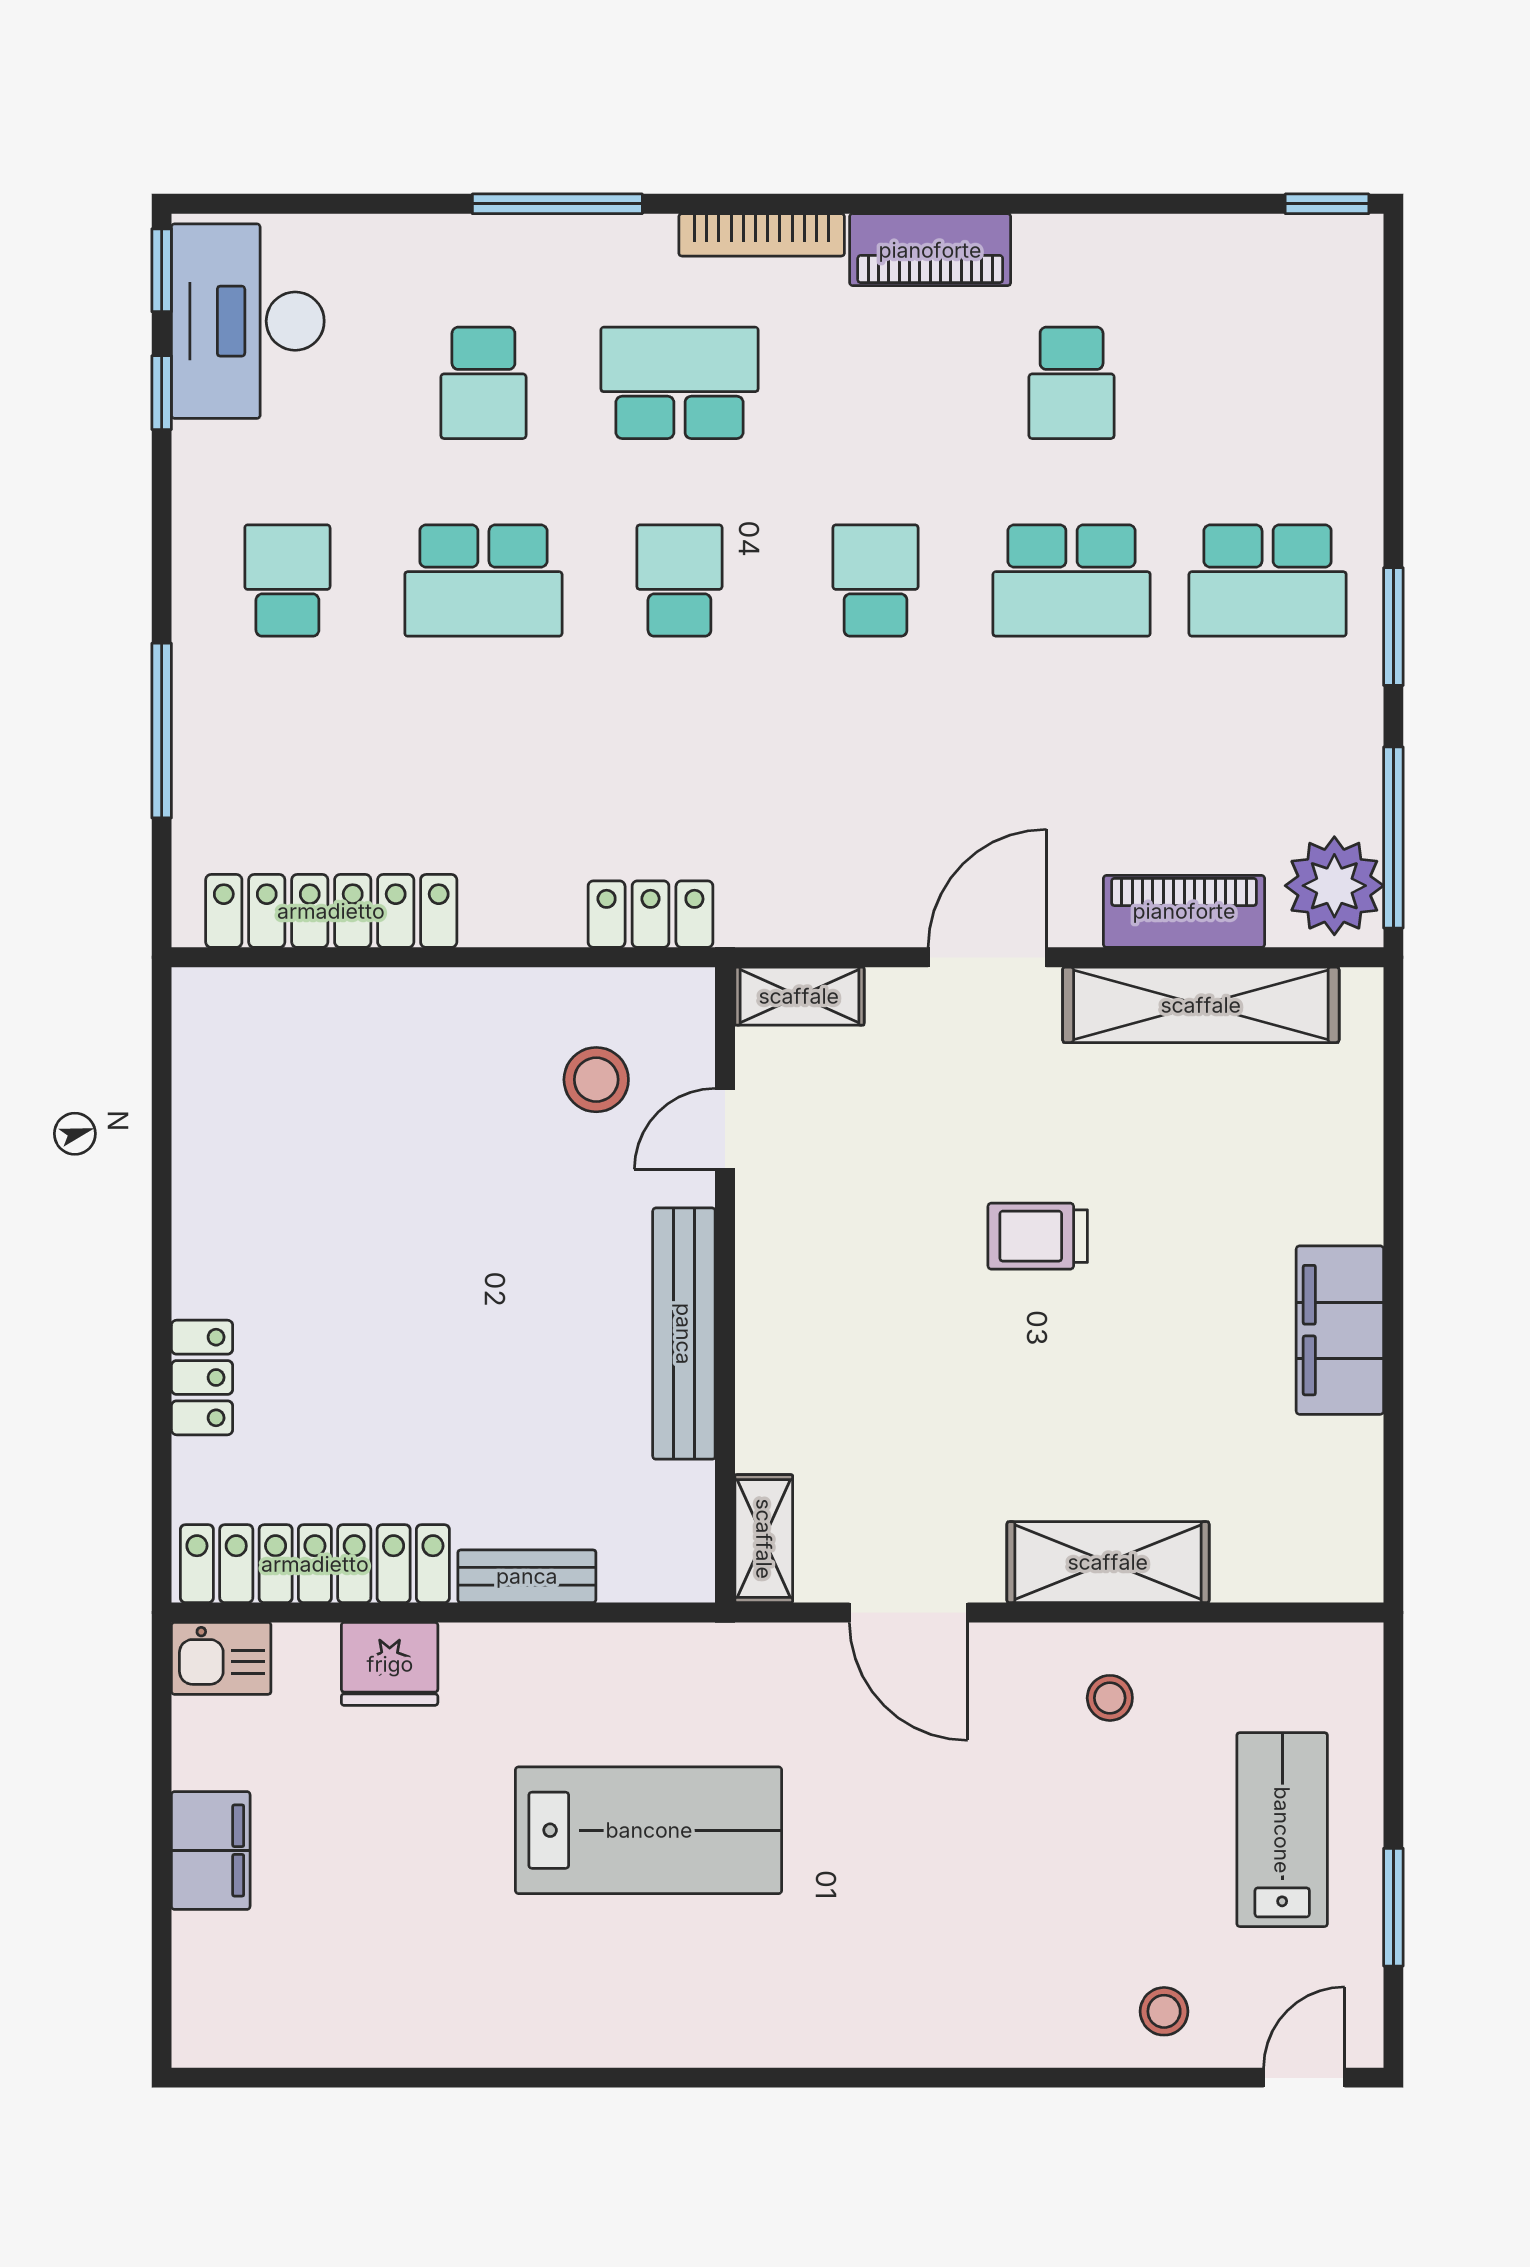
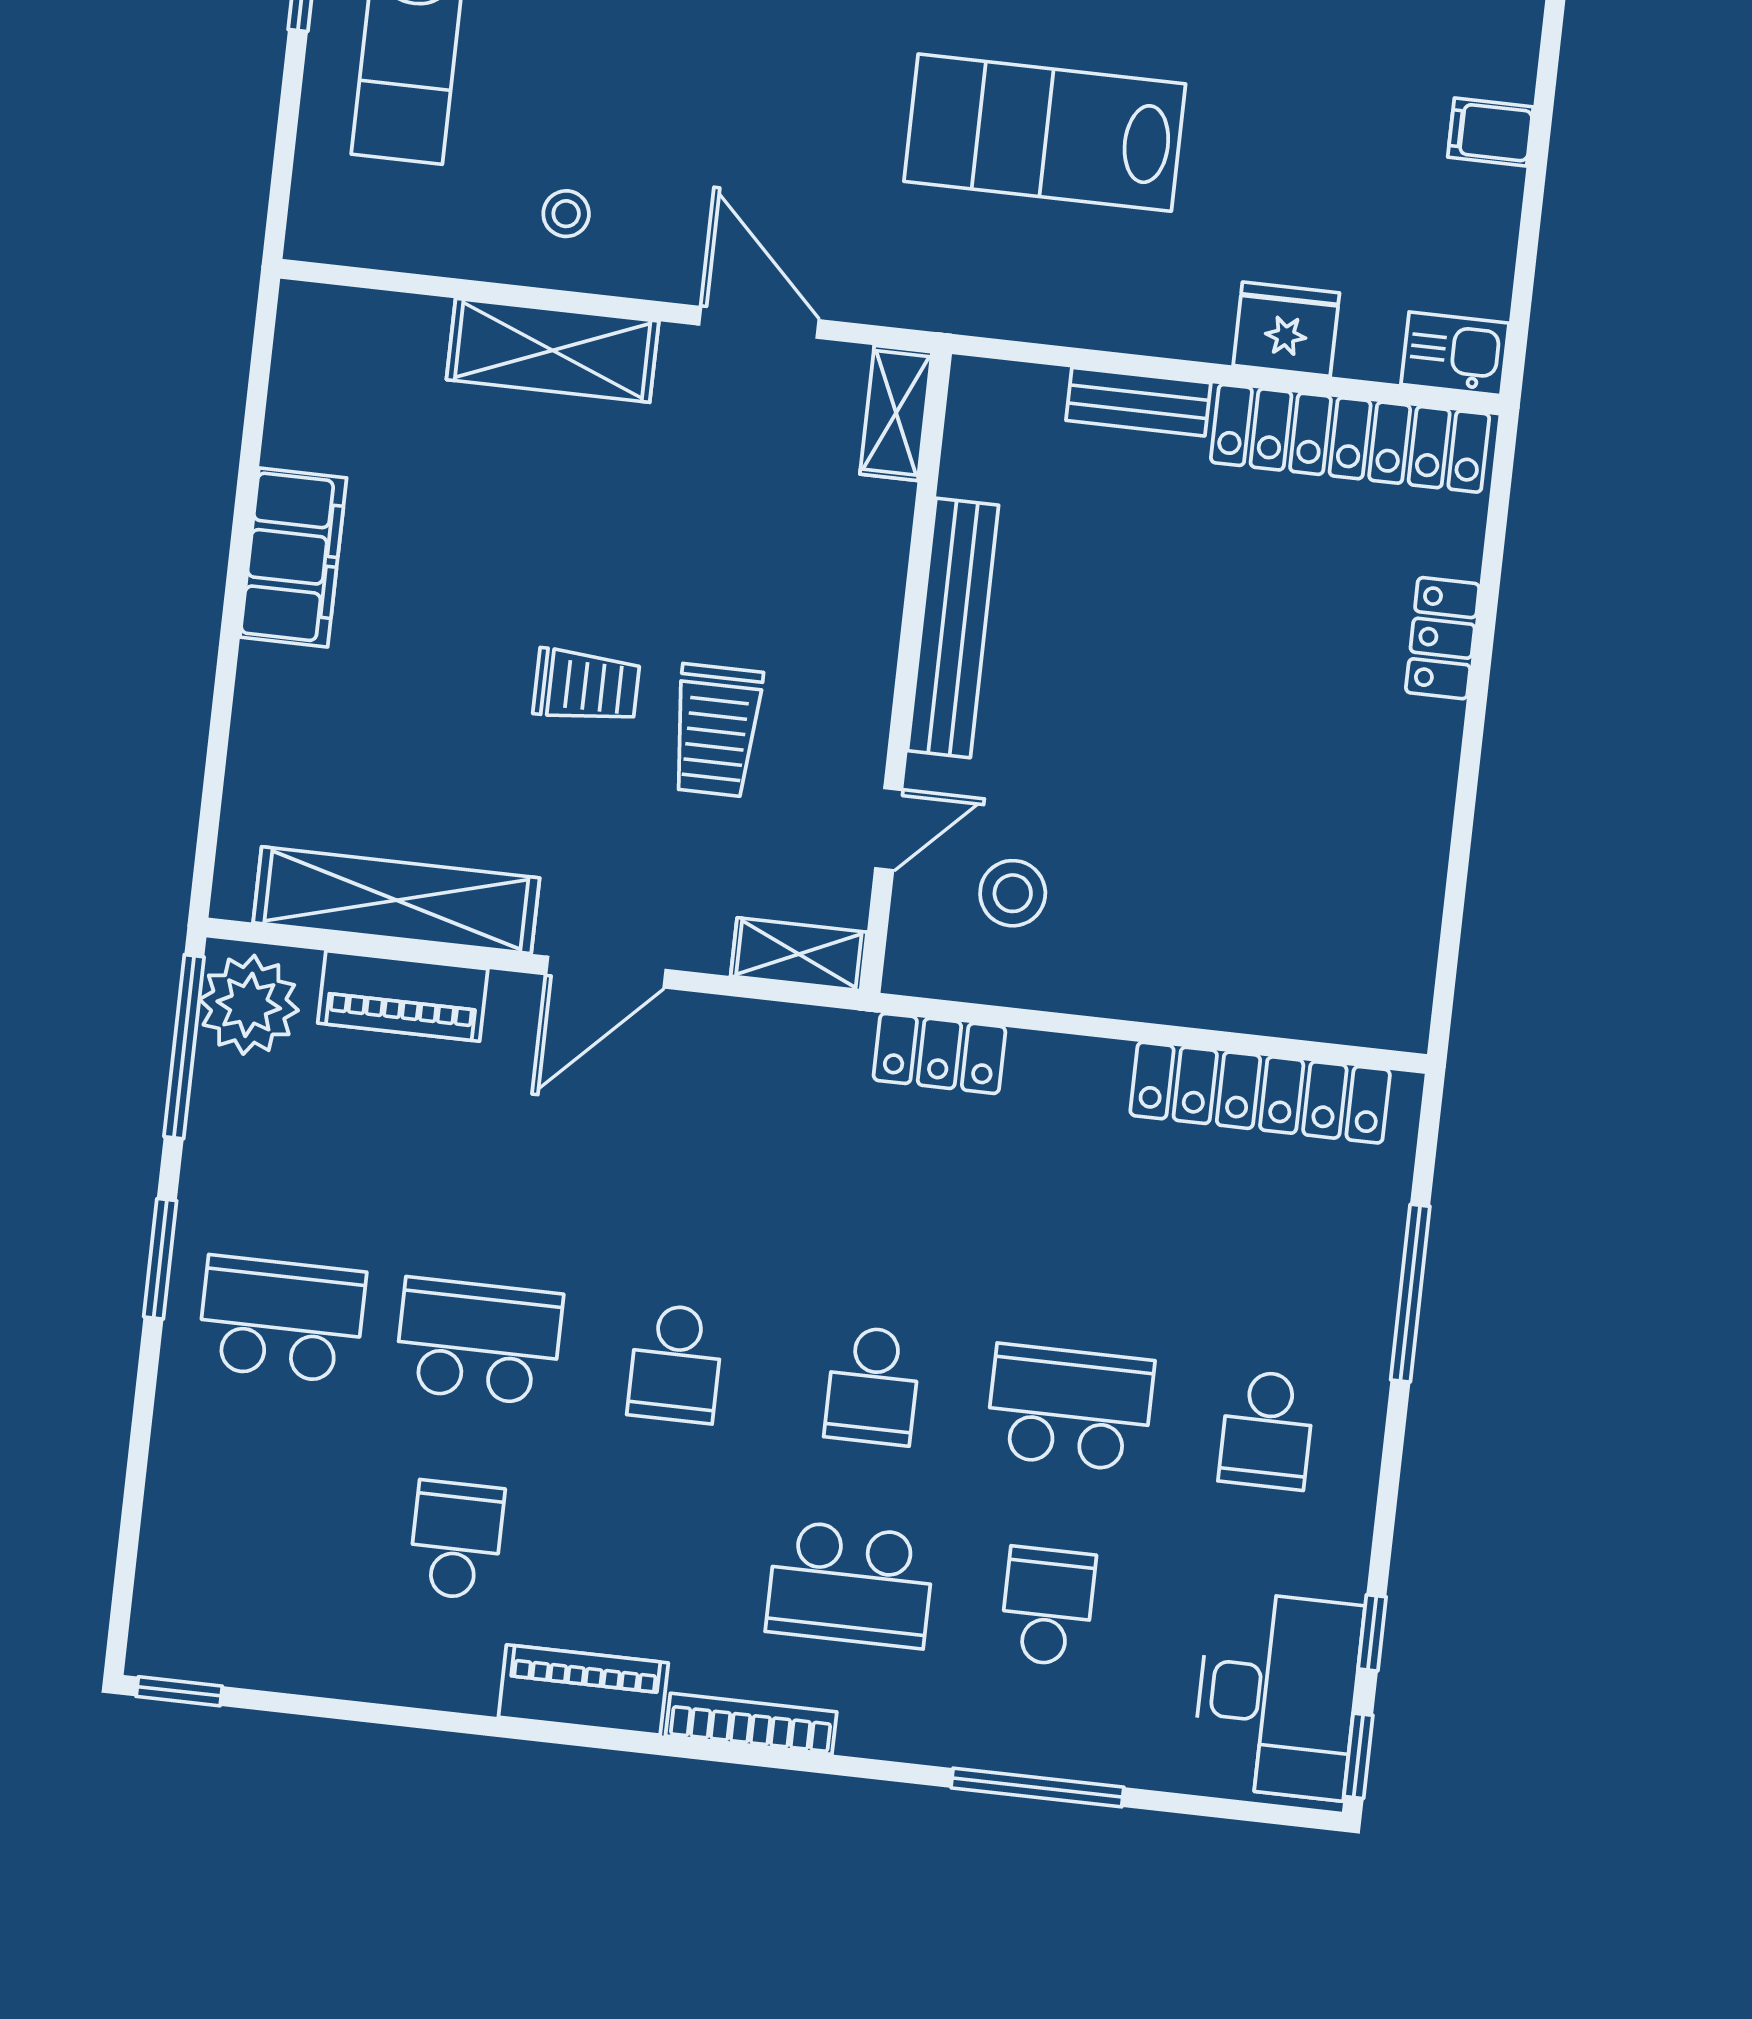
window: (557, 204) -> (1037, 1788), moved
trolley: (905, 1207) -> (716, 730), added
filing cabinet: (211, 1851) -> (1490, 132), width x0.50

